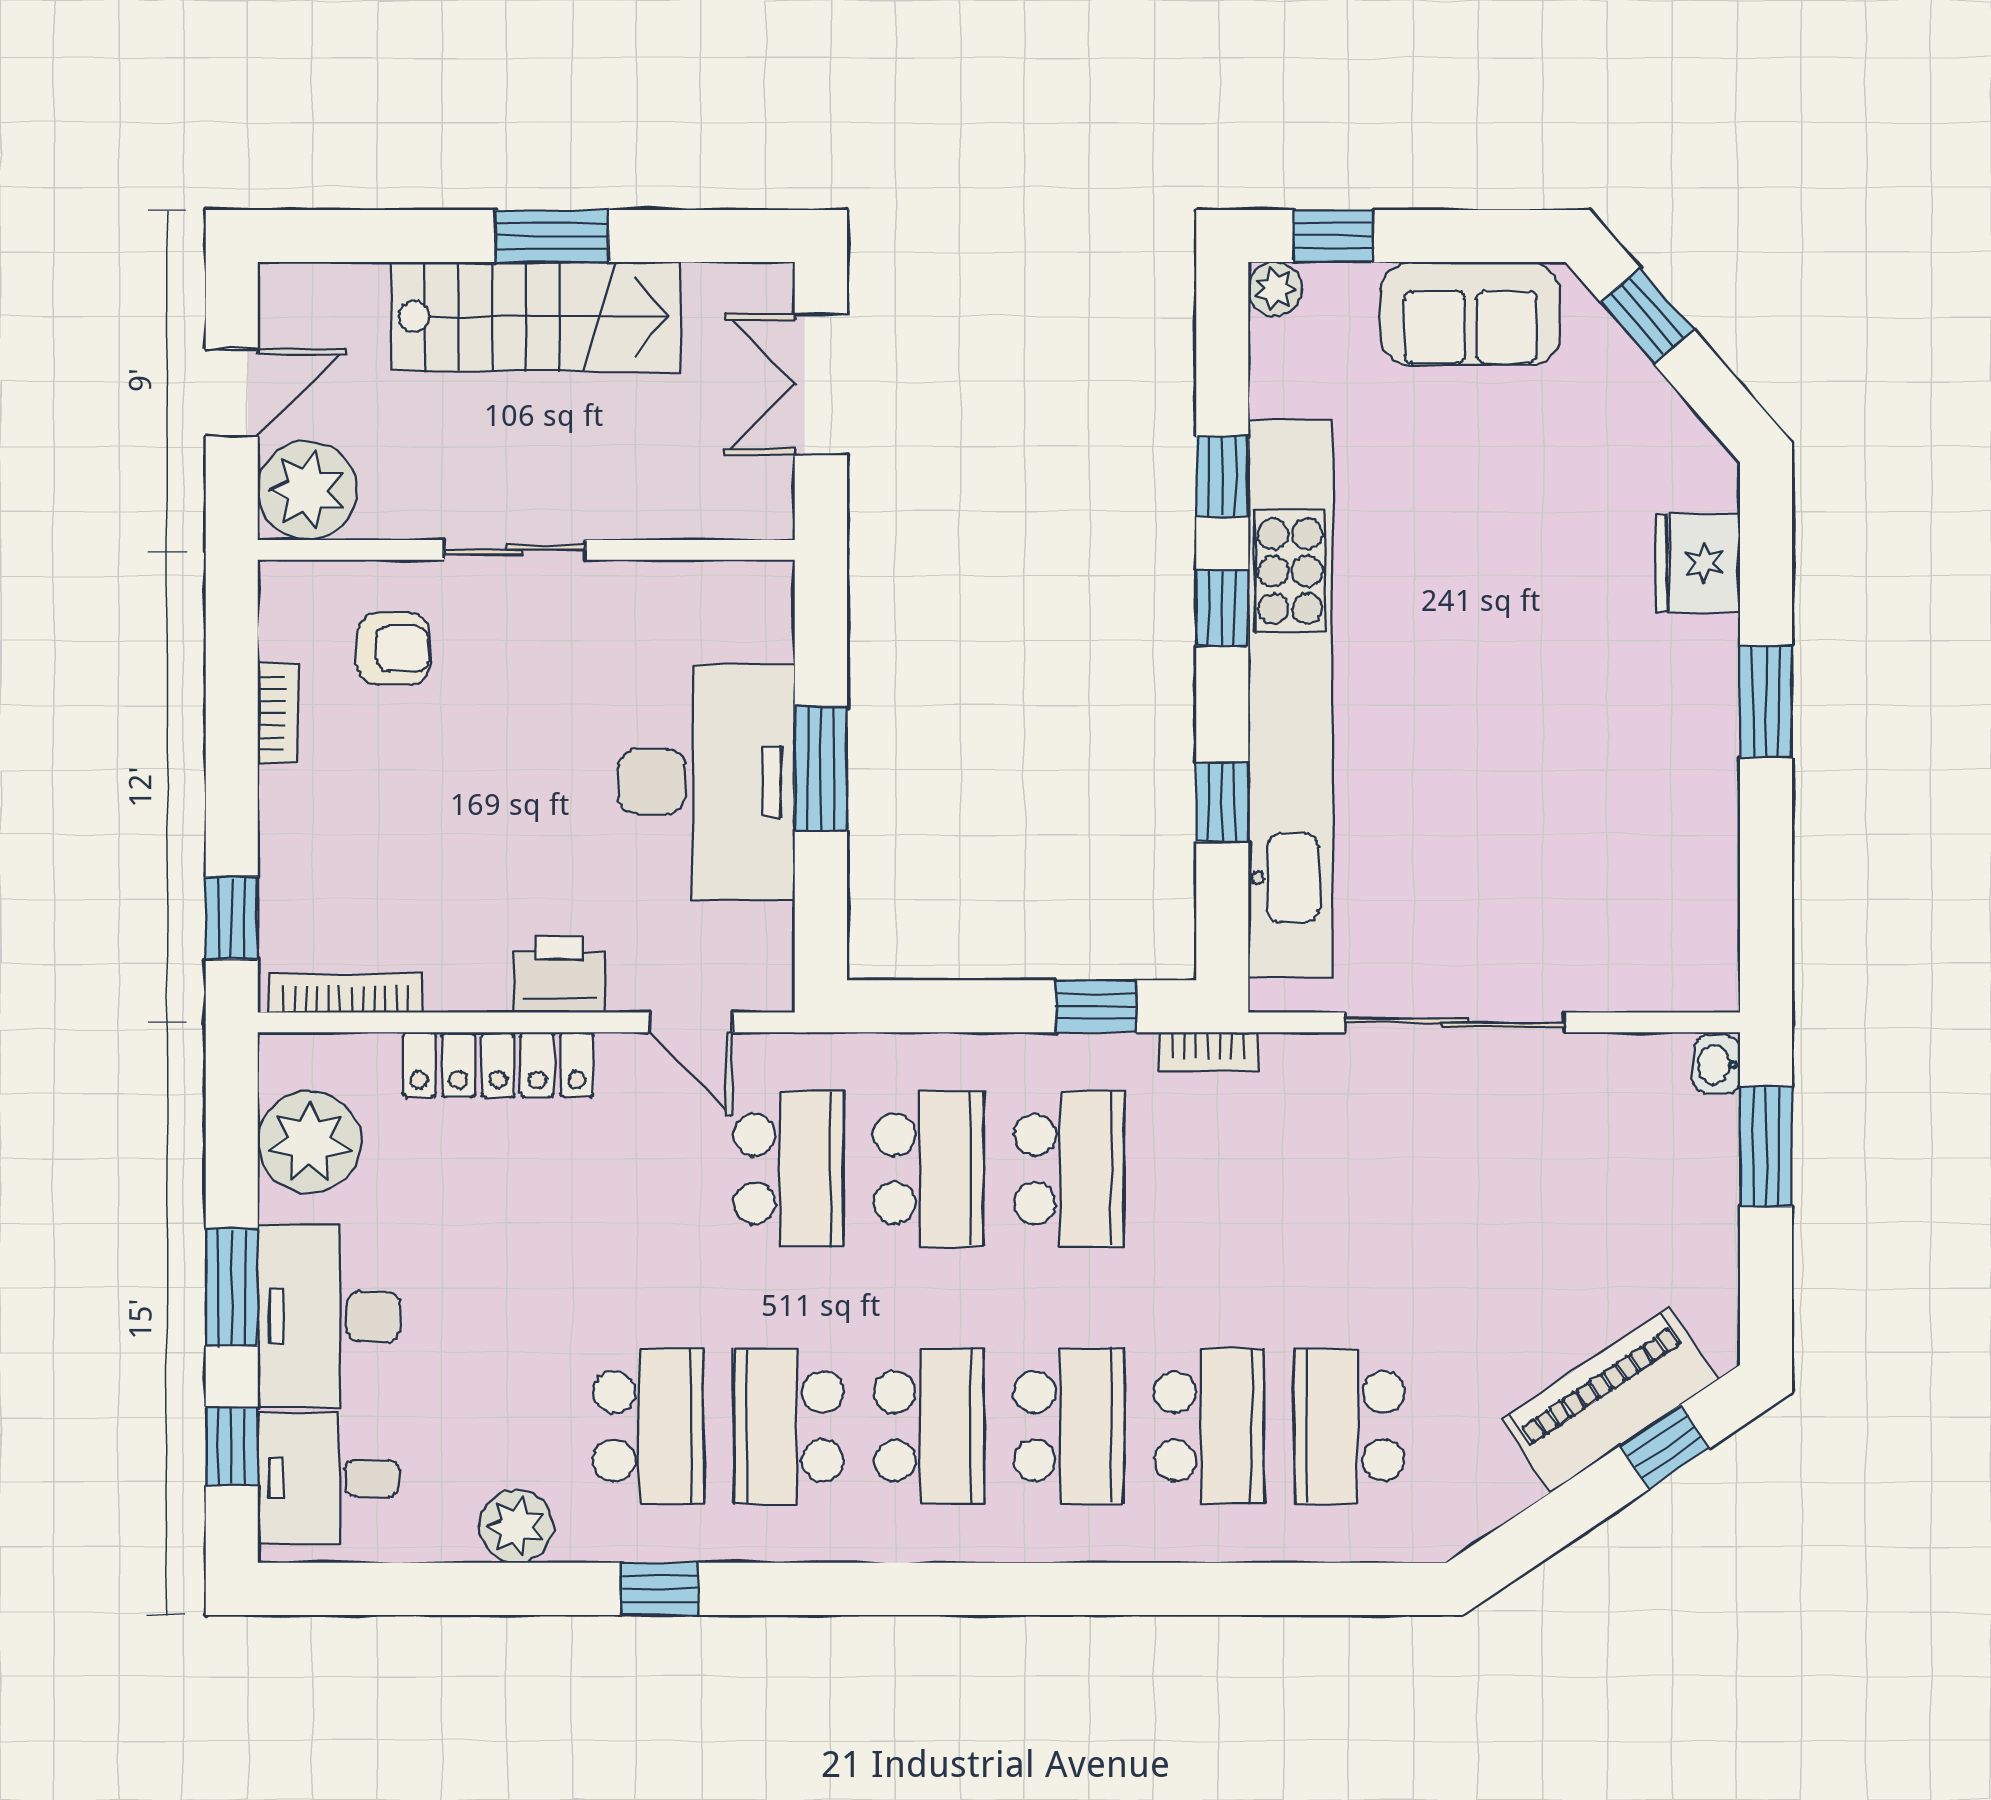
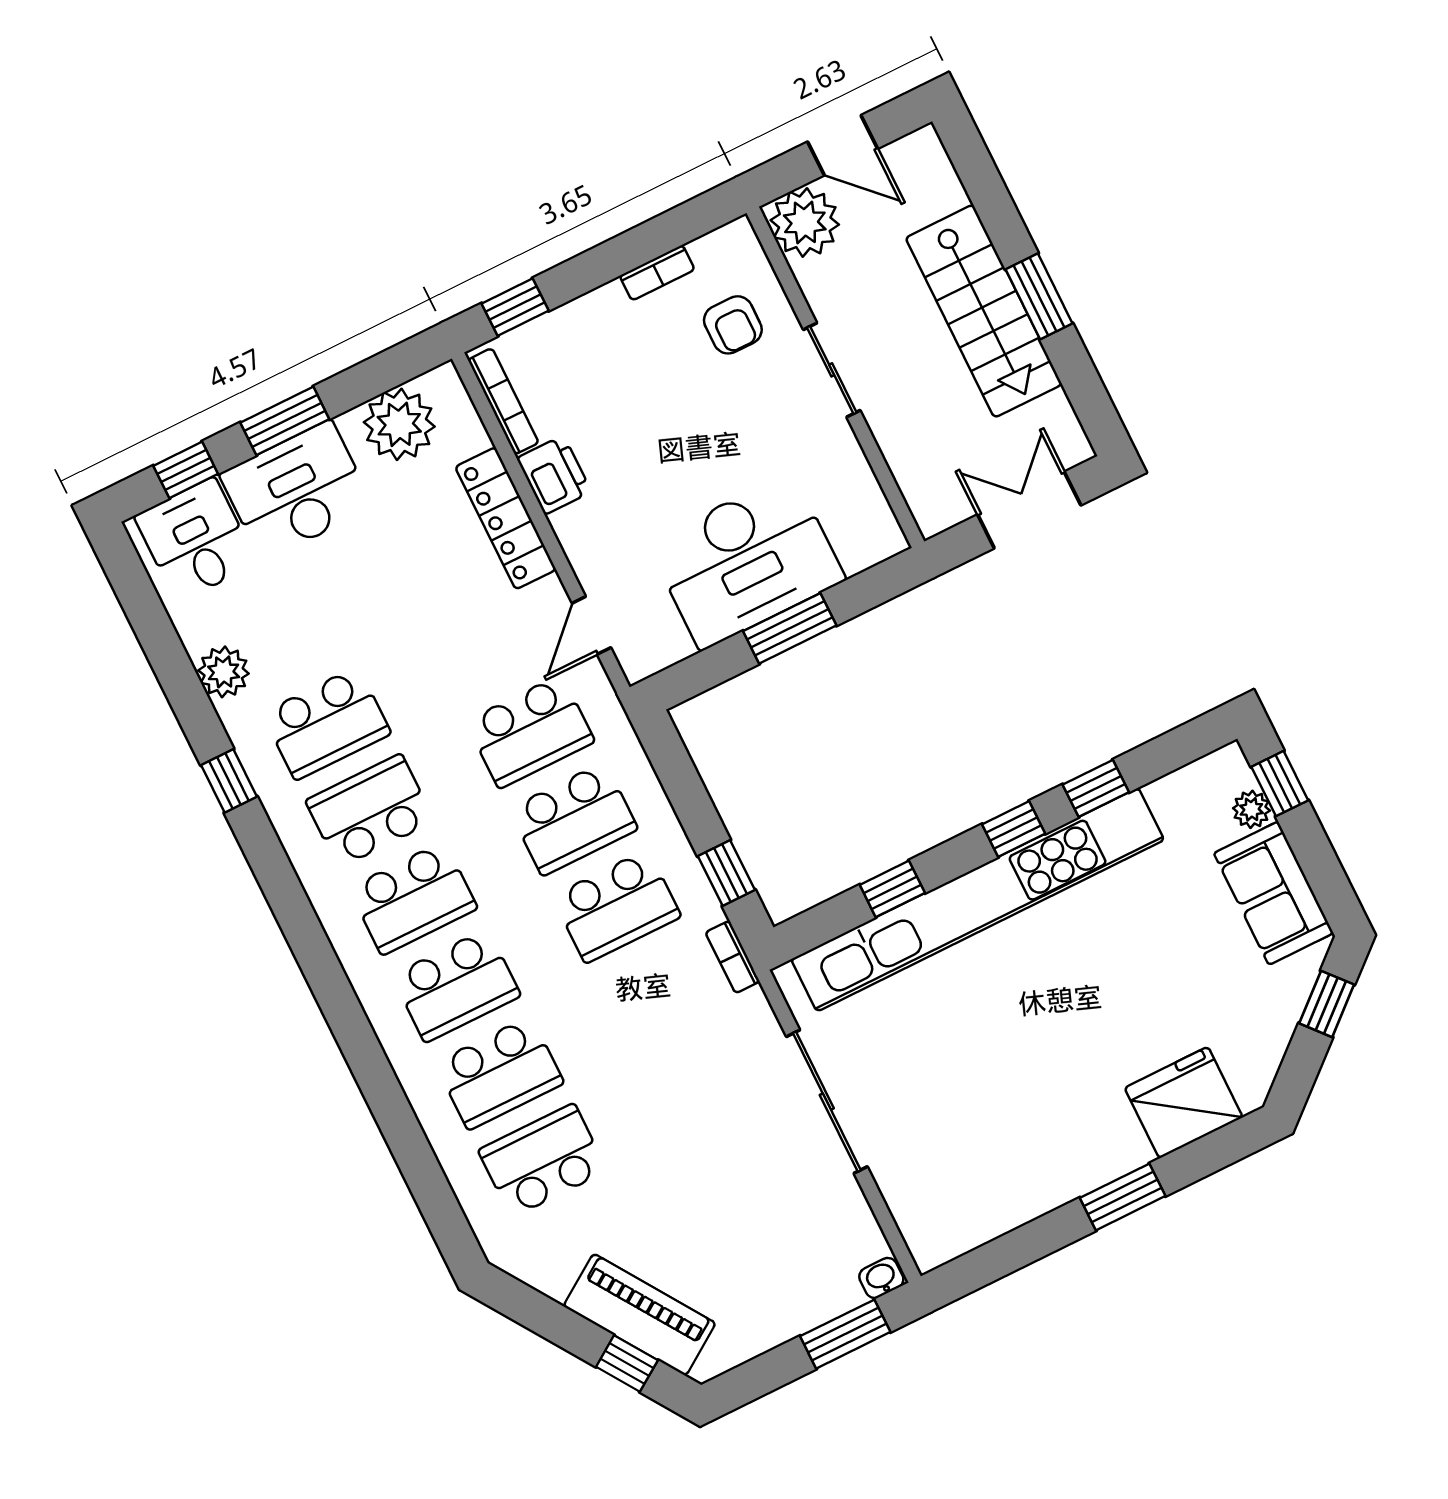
plant: (1275, 289) -> (1251, 809), moved
fridge: (1698, 563) -> (1184, 1103), width x1.36, depth x1.34
printer: (559, 975) -> (554, 475), moved

